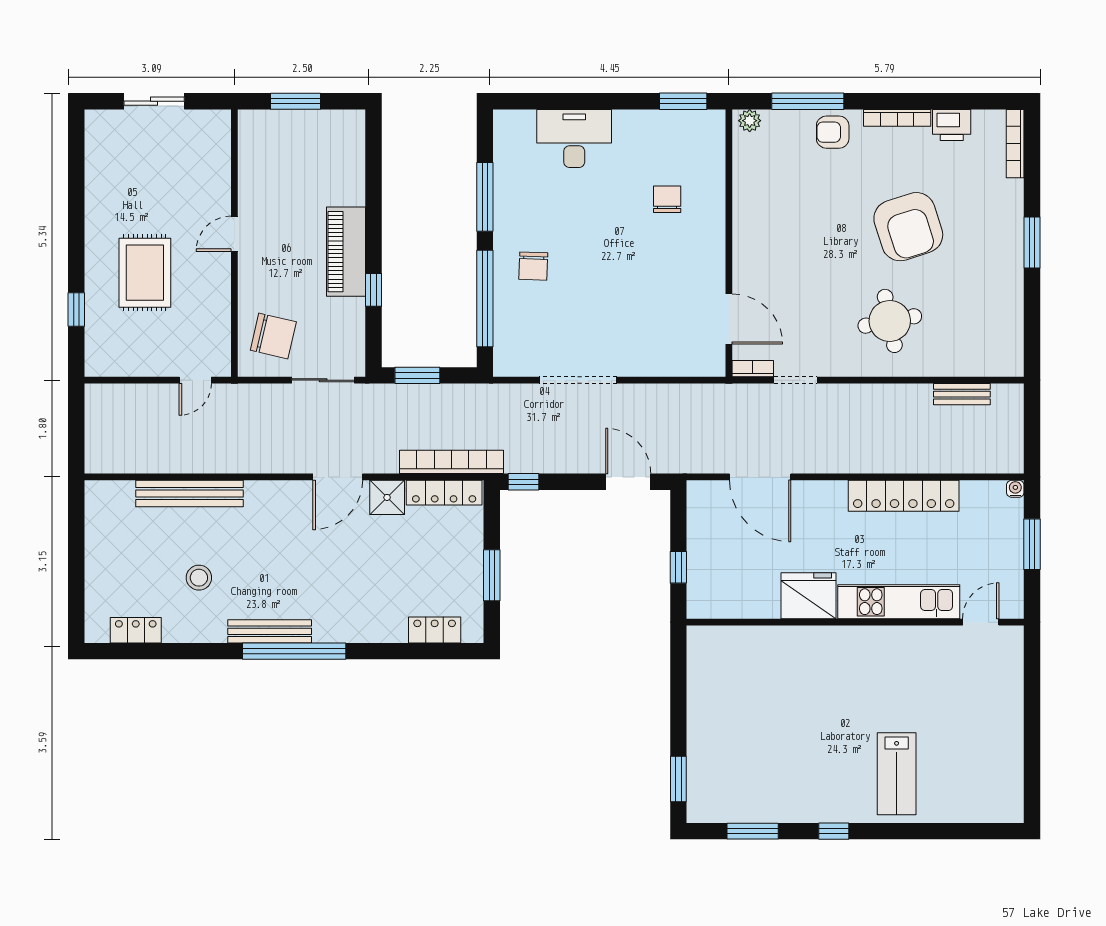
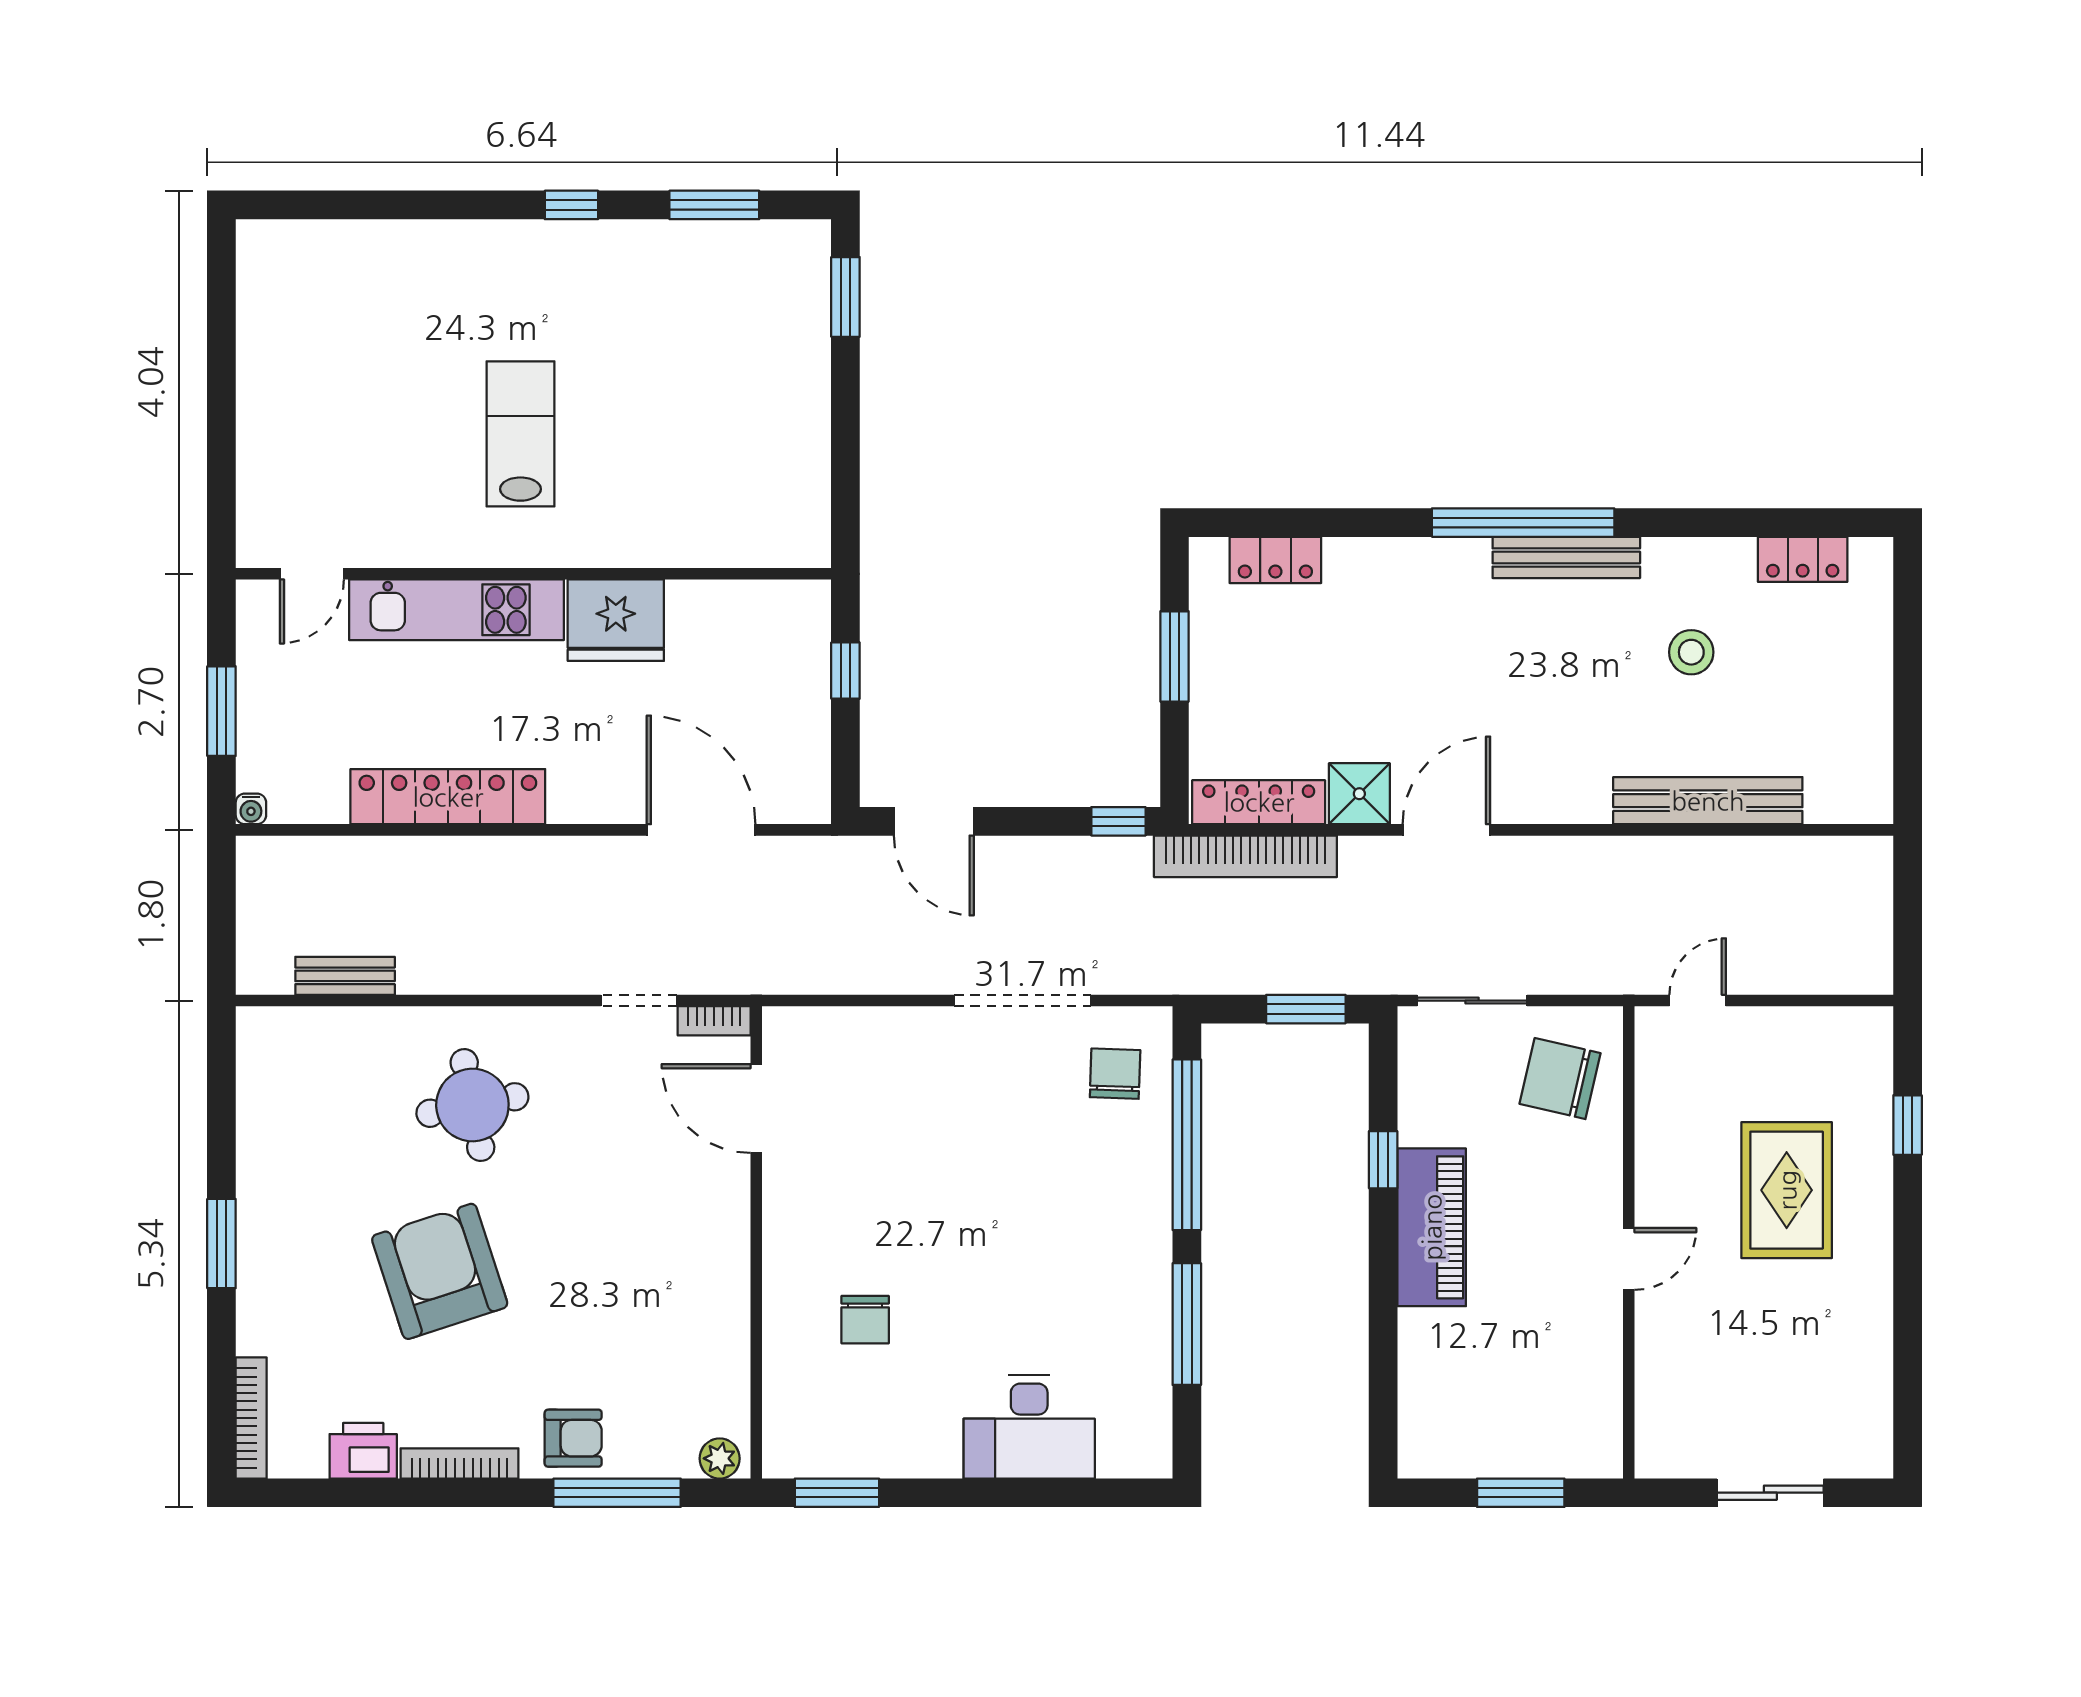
chair: (533, 266) -> (1115, 1074), moved
lab bench: (897, 774) -> (520, 434), moved

